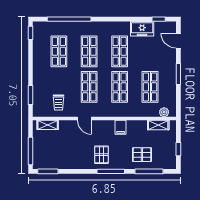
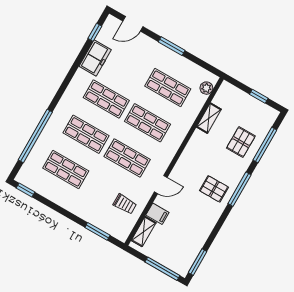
shelving: (158, 125) -> (209, 118), moved
filing cabinet: (121, 127) -> (157, 214), moved

